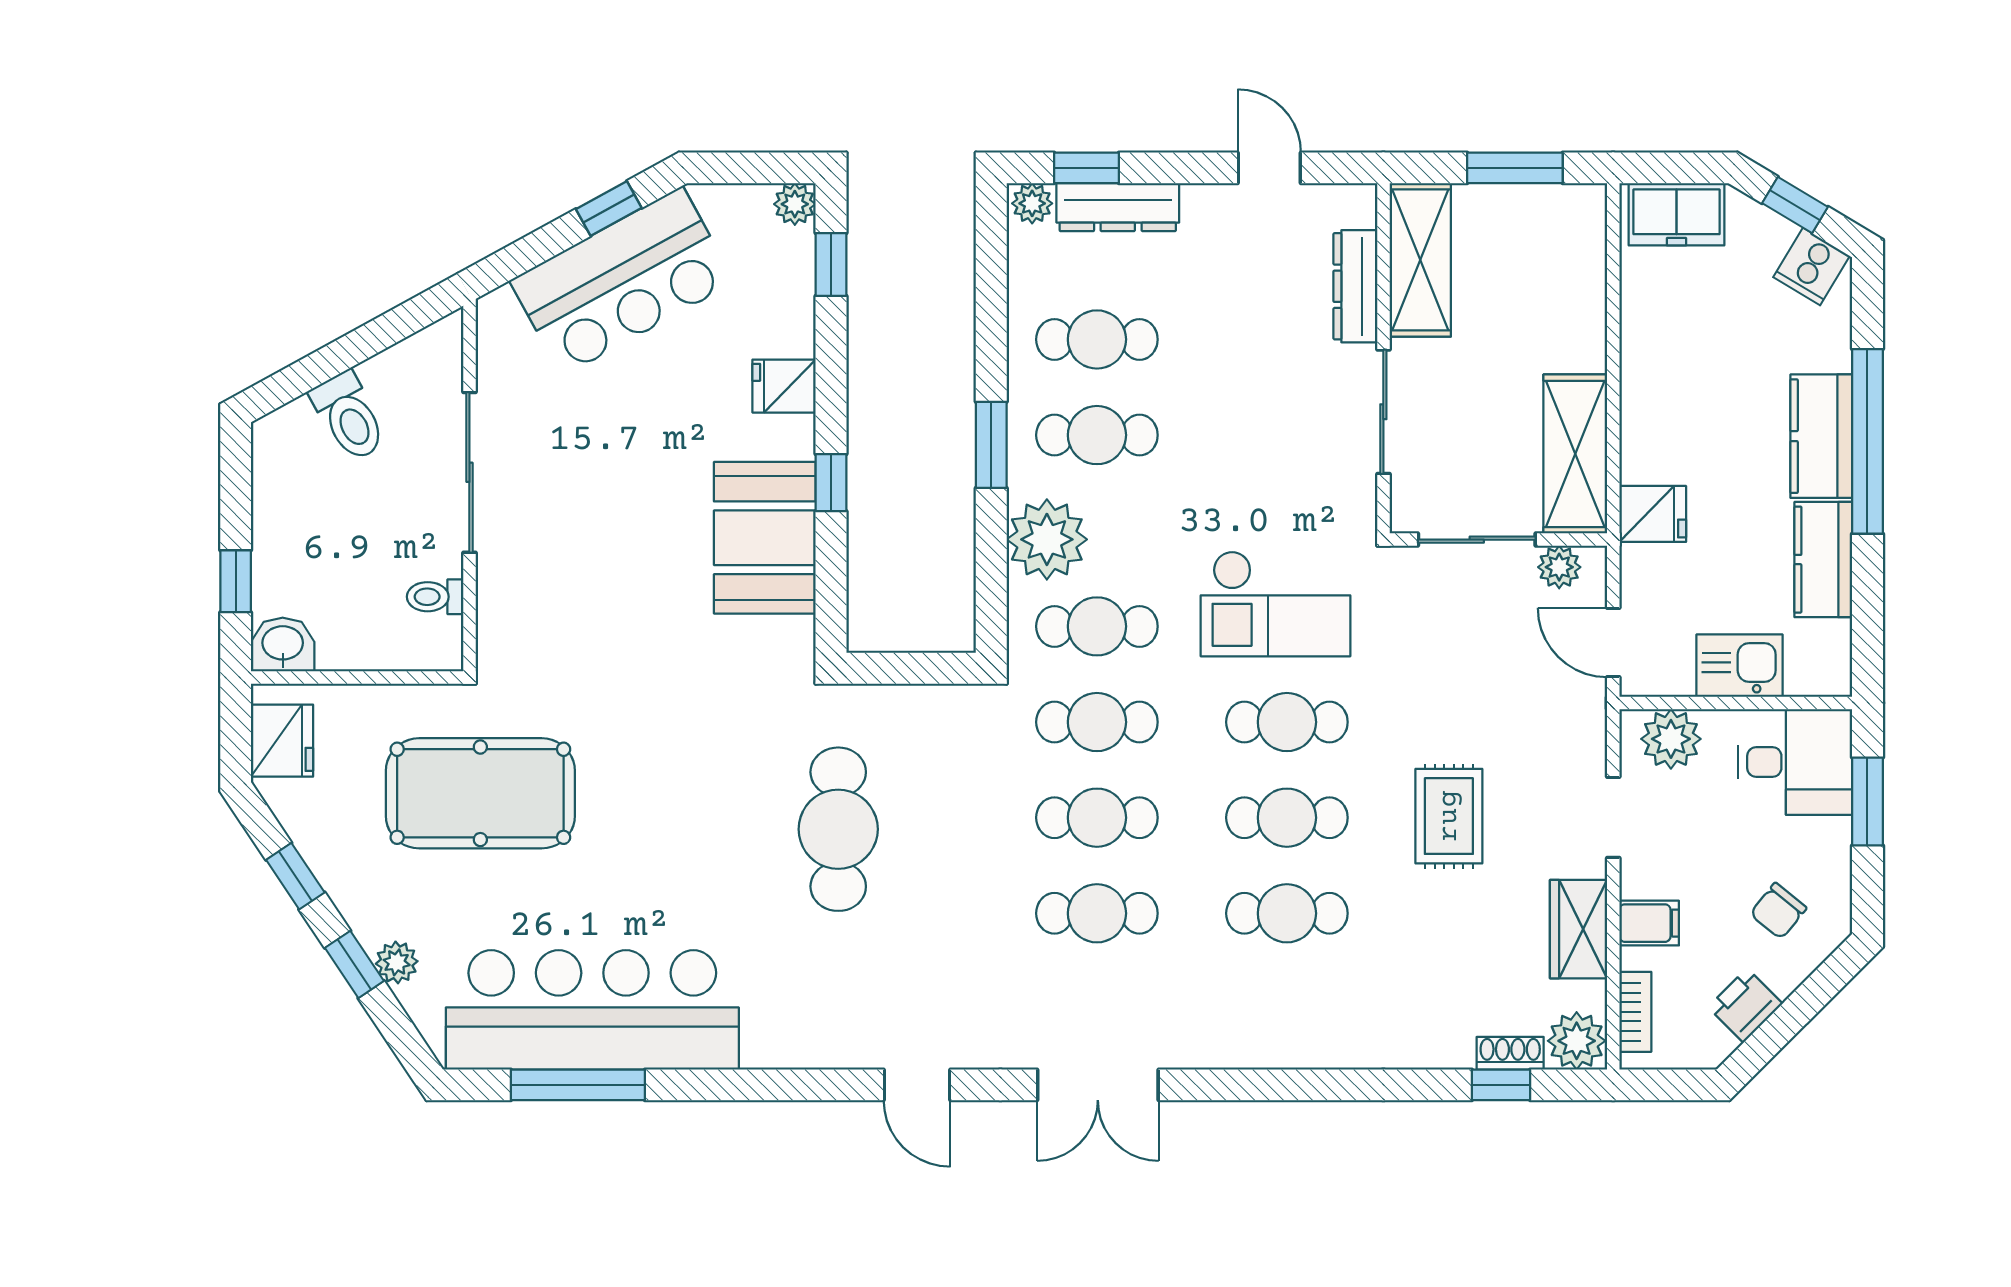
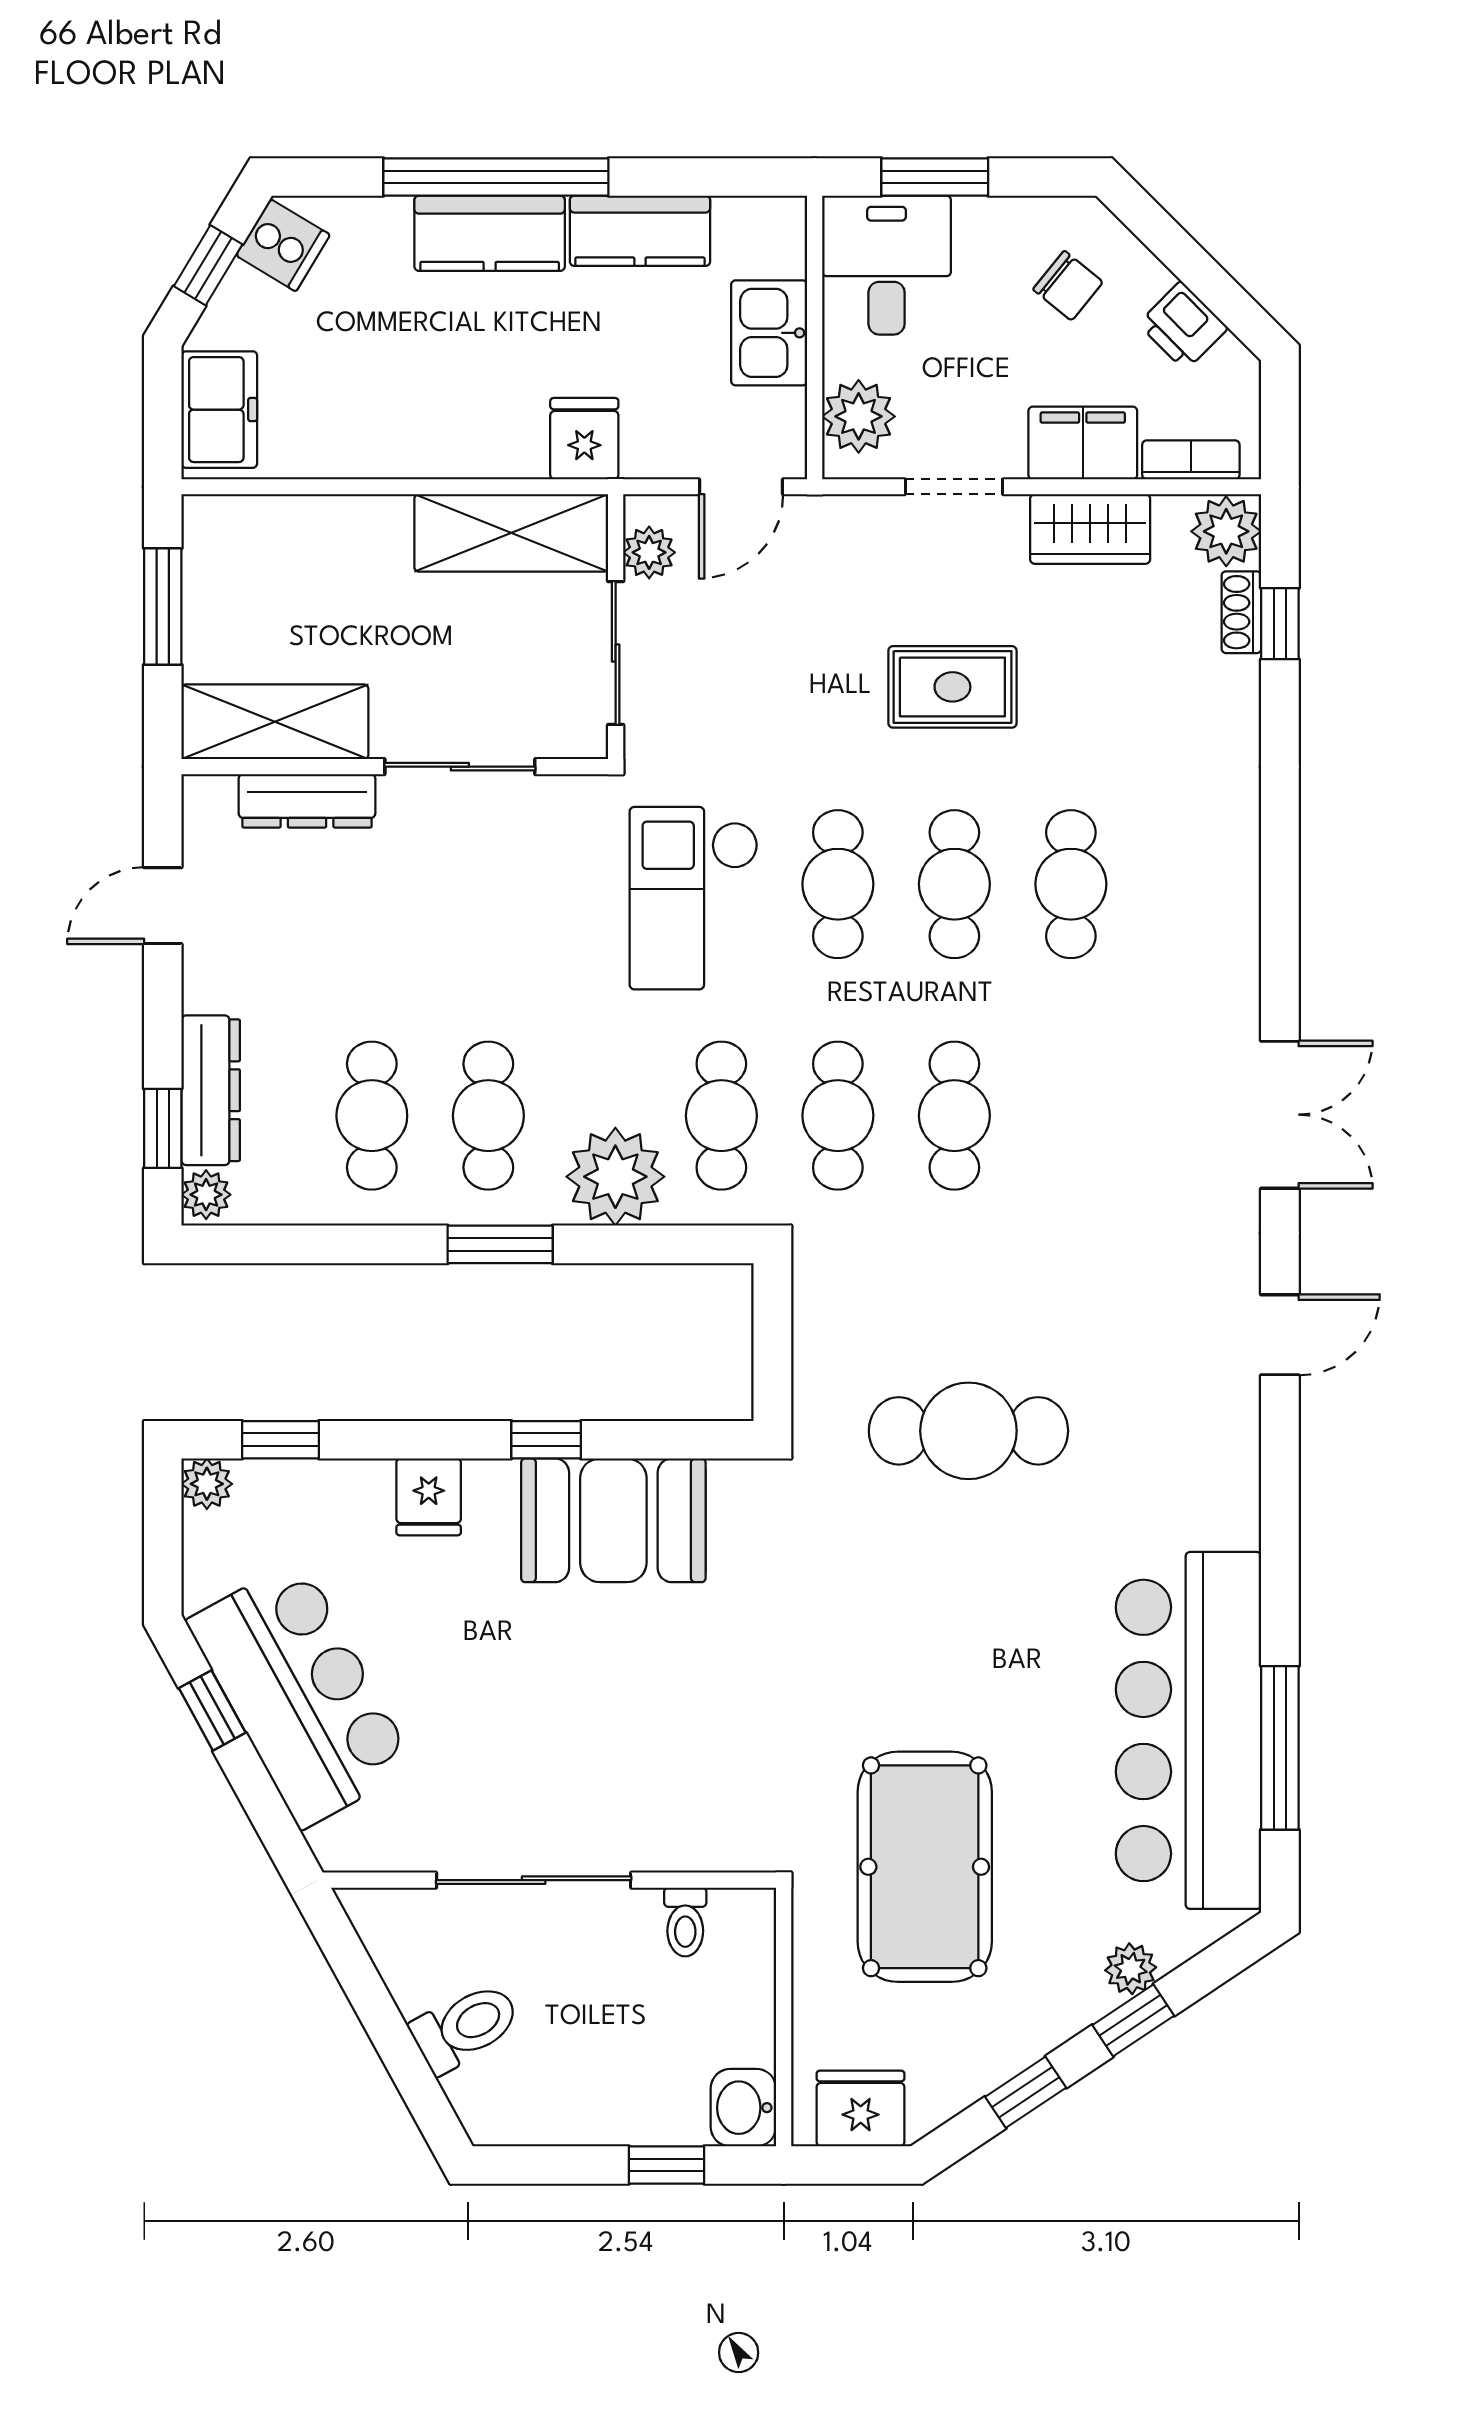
checkout: (1275, 604) -> (694, 898), turned 180
cafe table: (1097, 913) -> (1071, 1116), removed
filing cabinet: (1649, 923) -> (1083, 443), width x2.00

